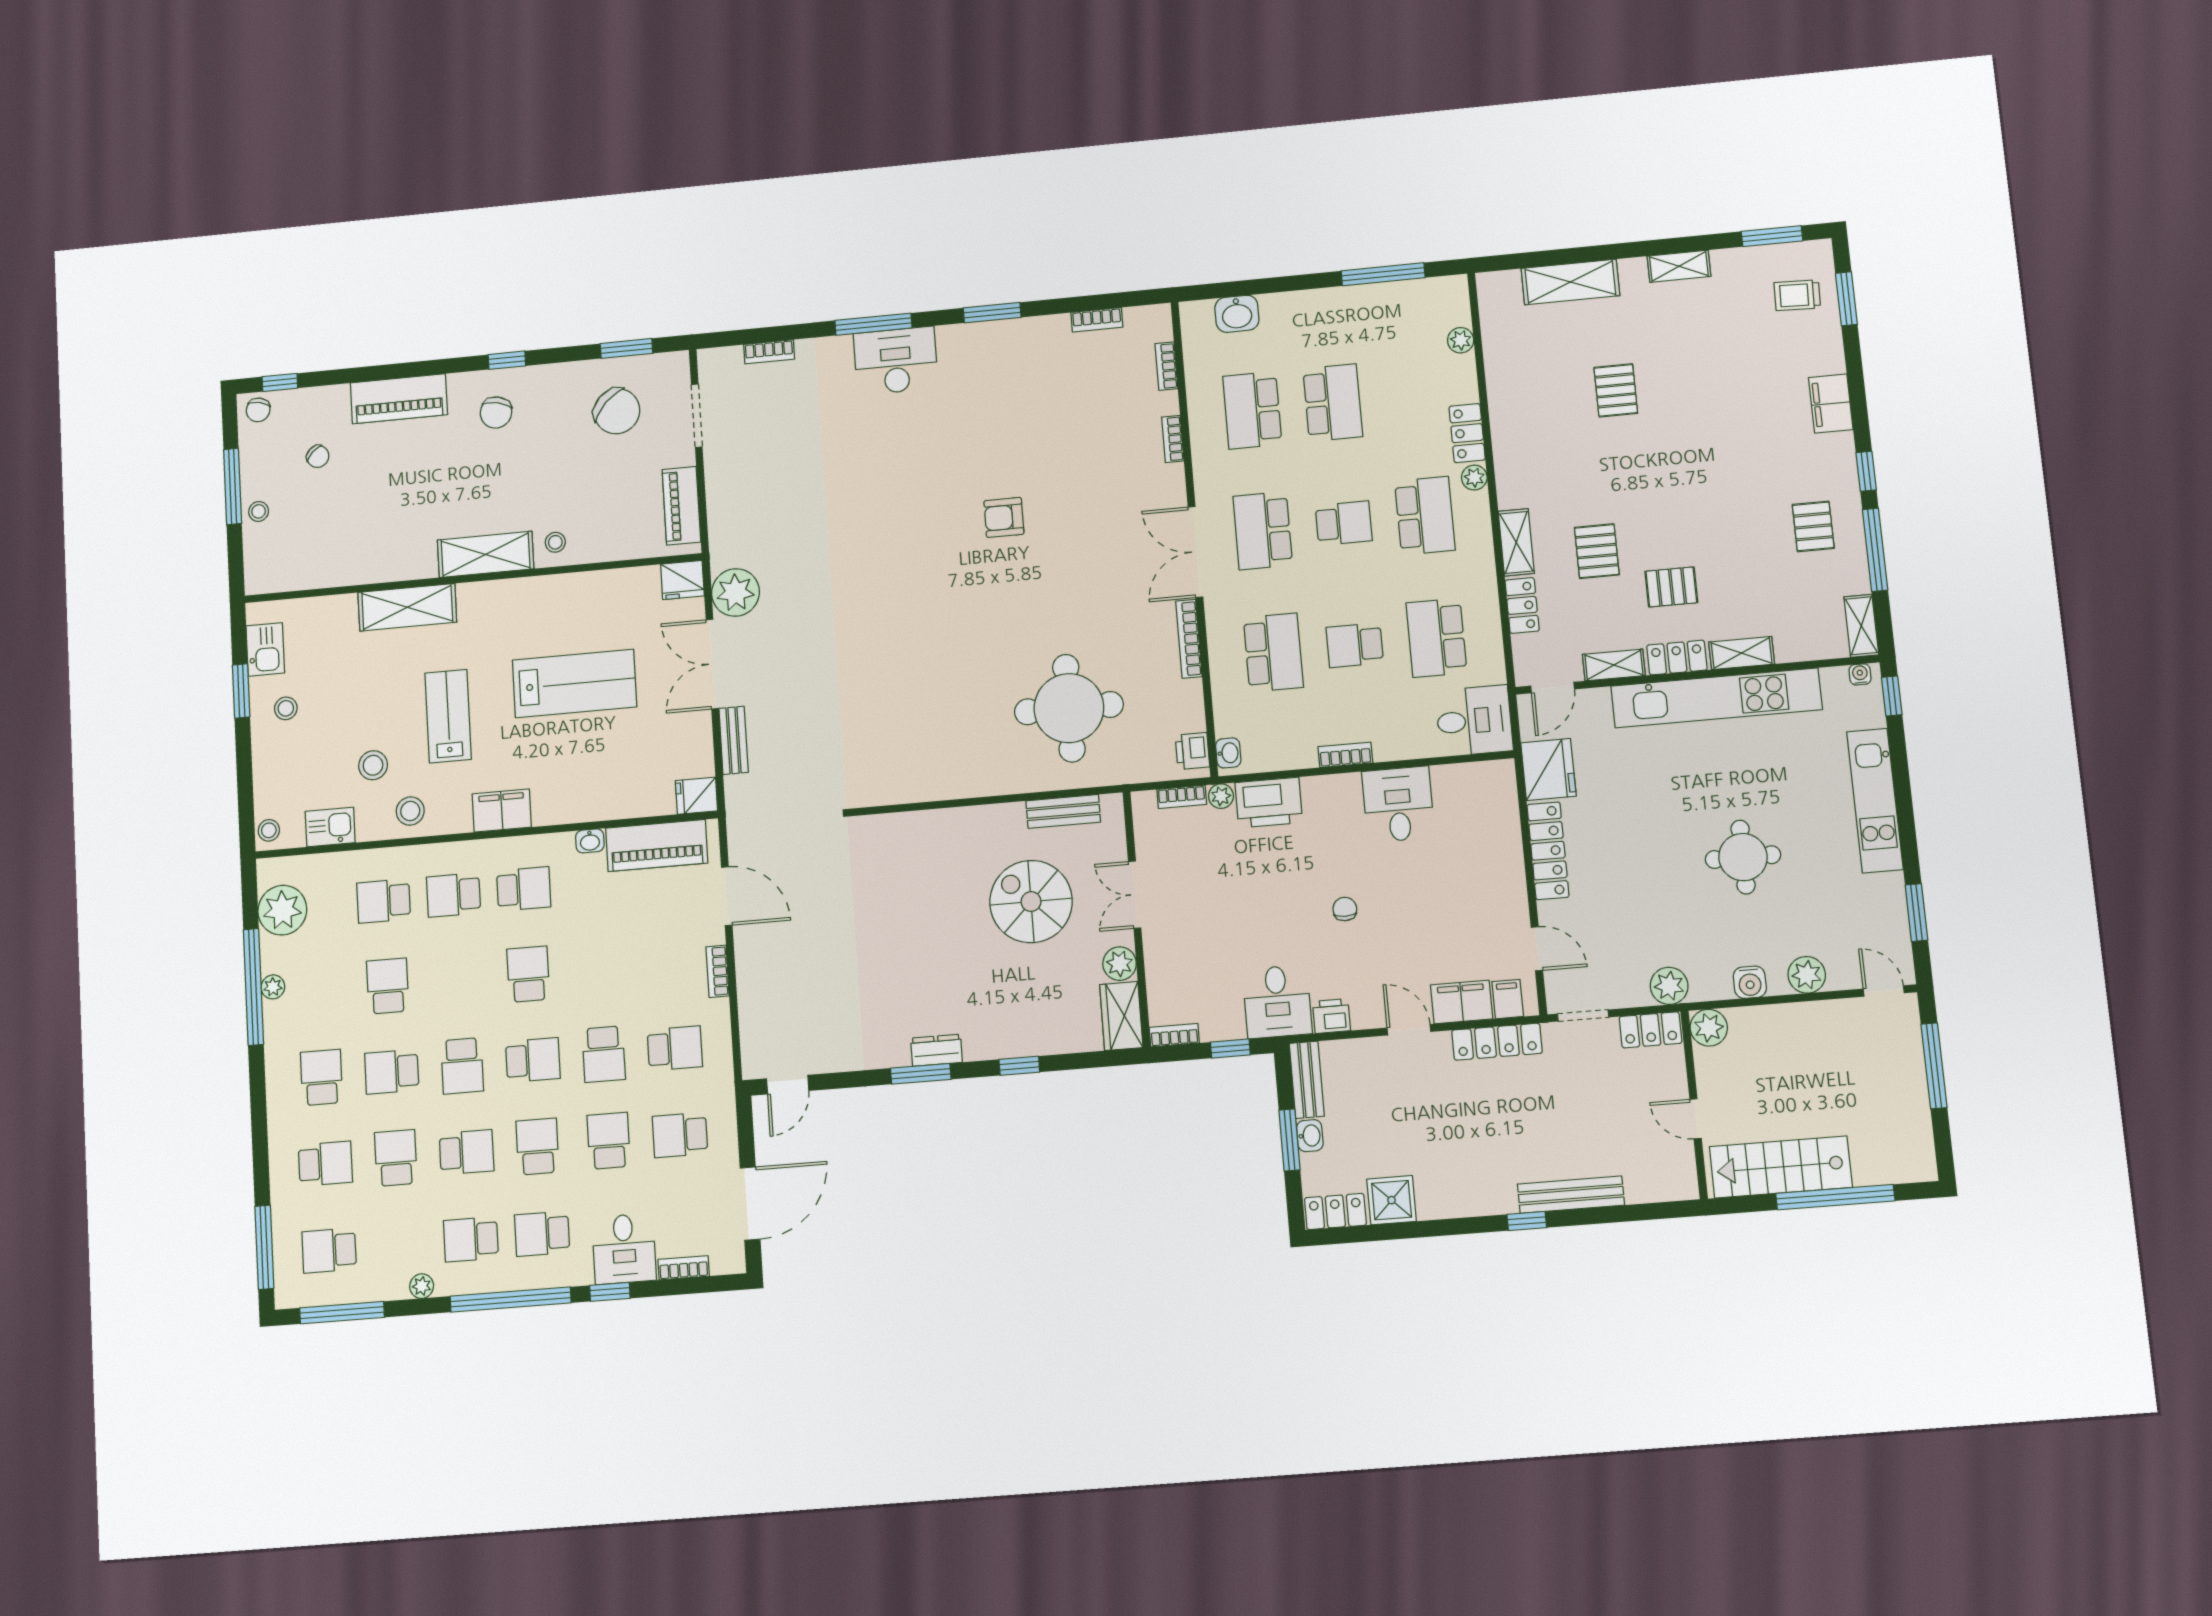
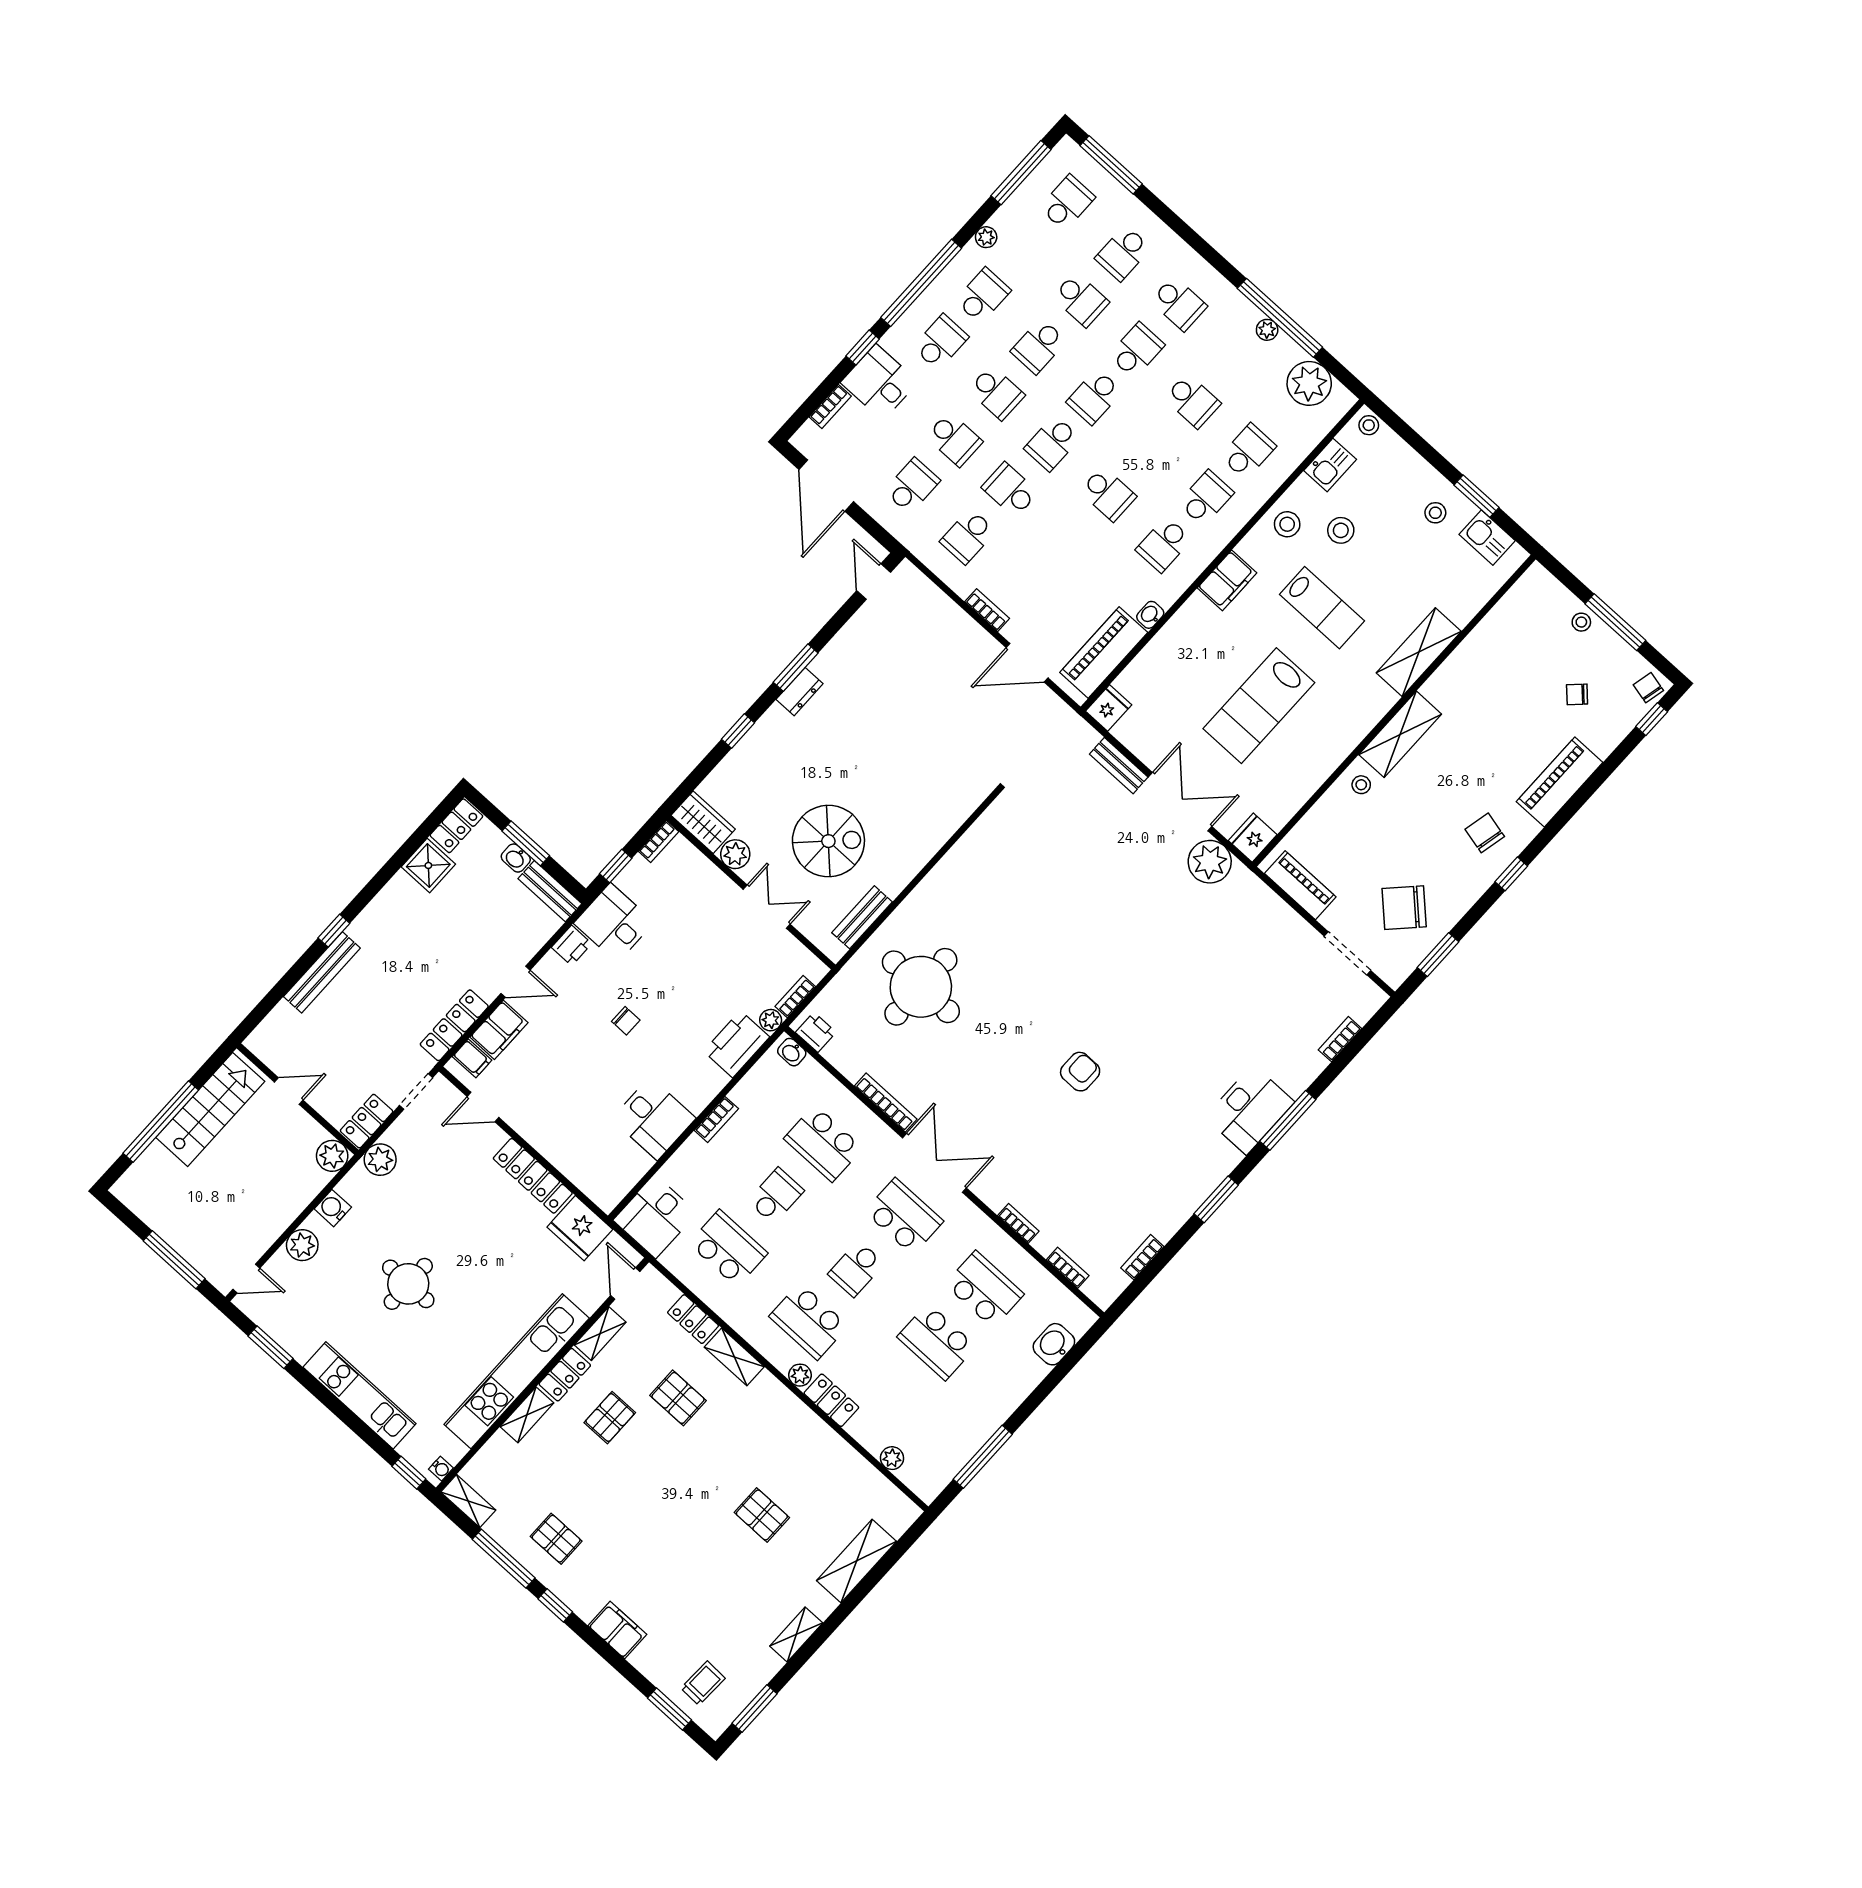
school desk: (462, 1066) -> (1094, 397), turned -90

